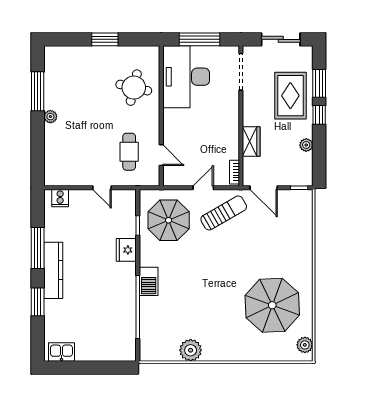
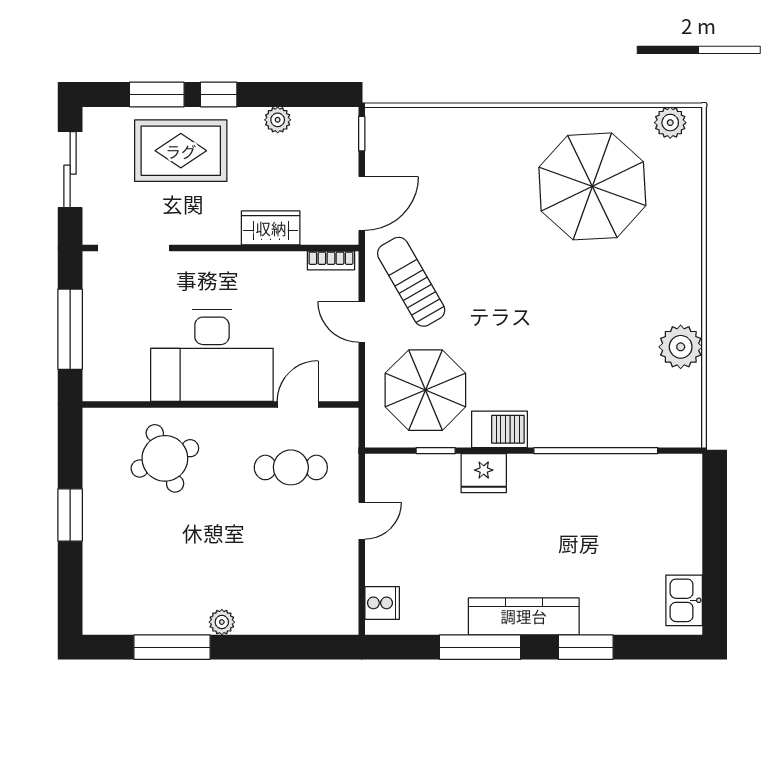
desk: (186, 77) -> (212, 356), moved
round table: (134, 88) -> (165, 458), turned -35
barbecue: (149, 281) -> (500, 429), moved

